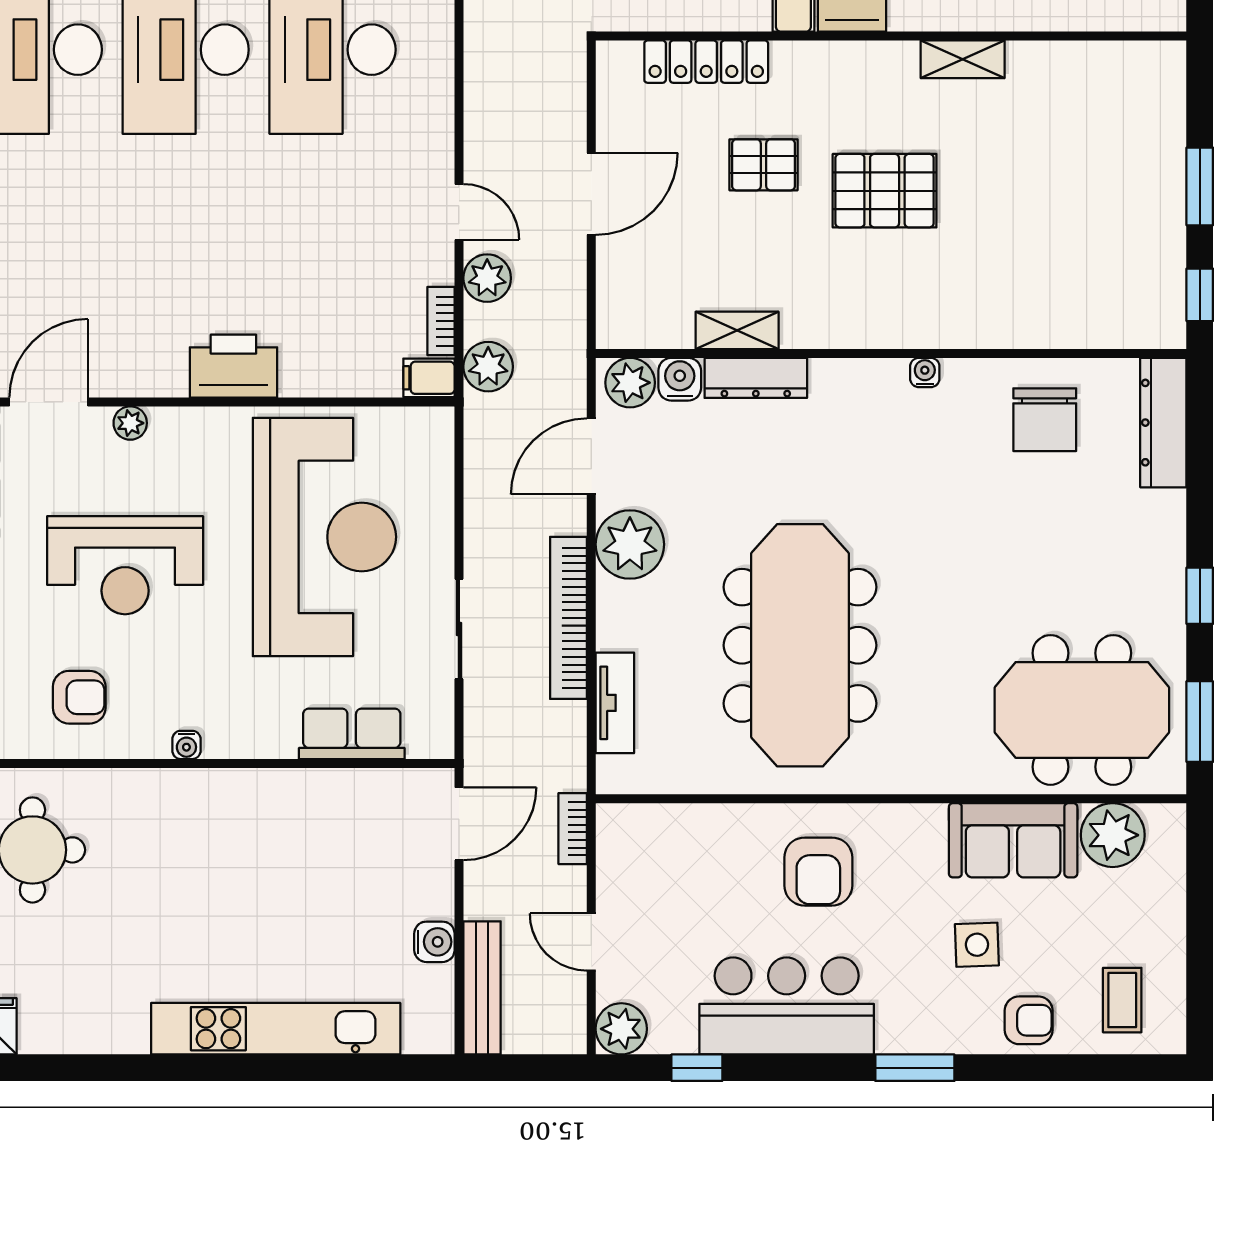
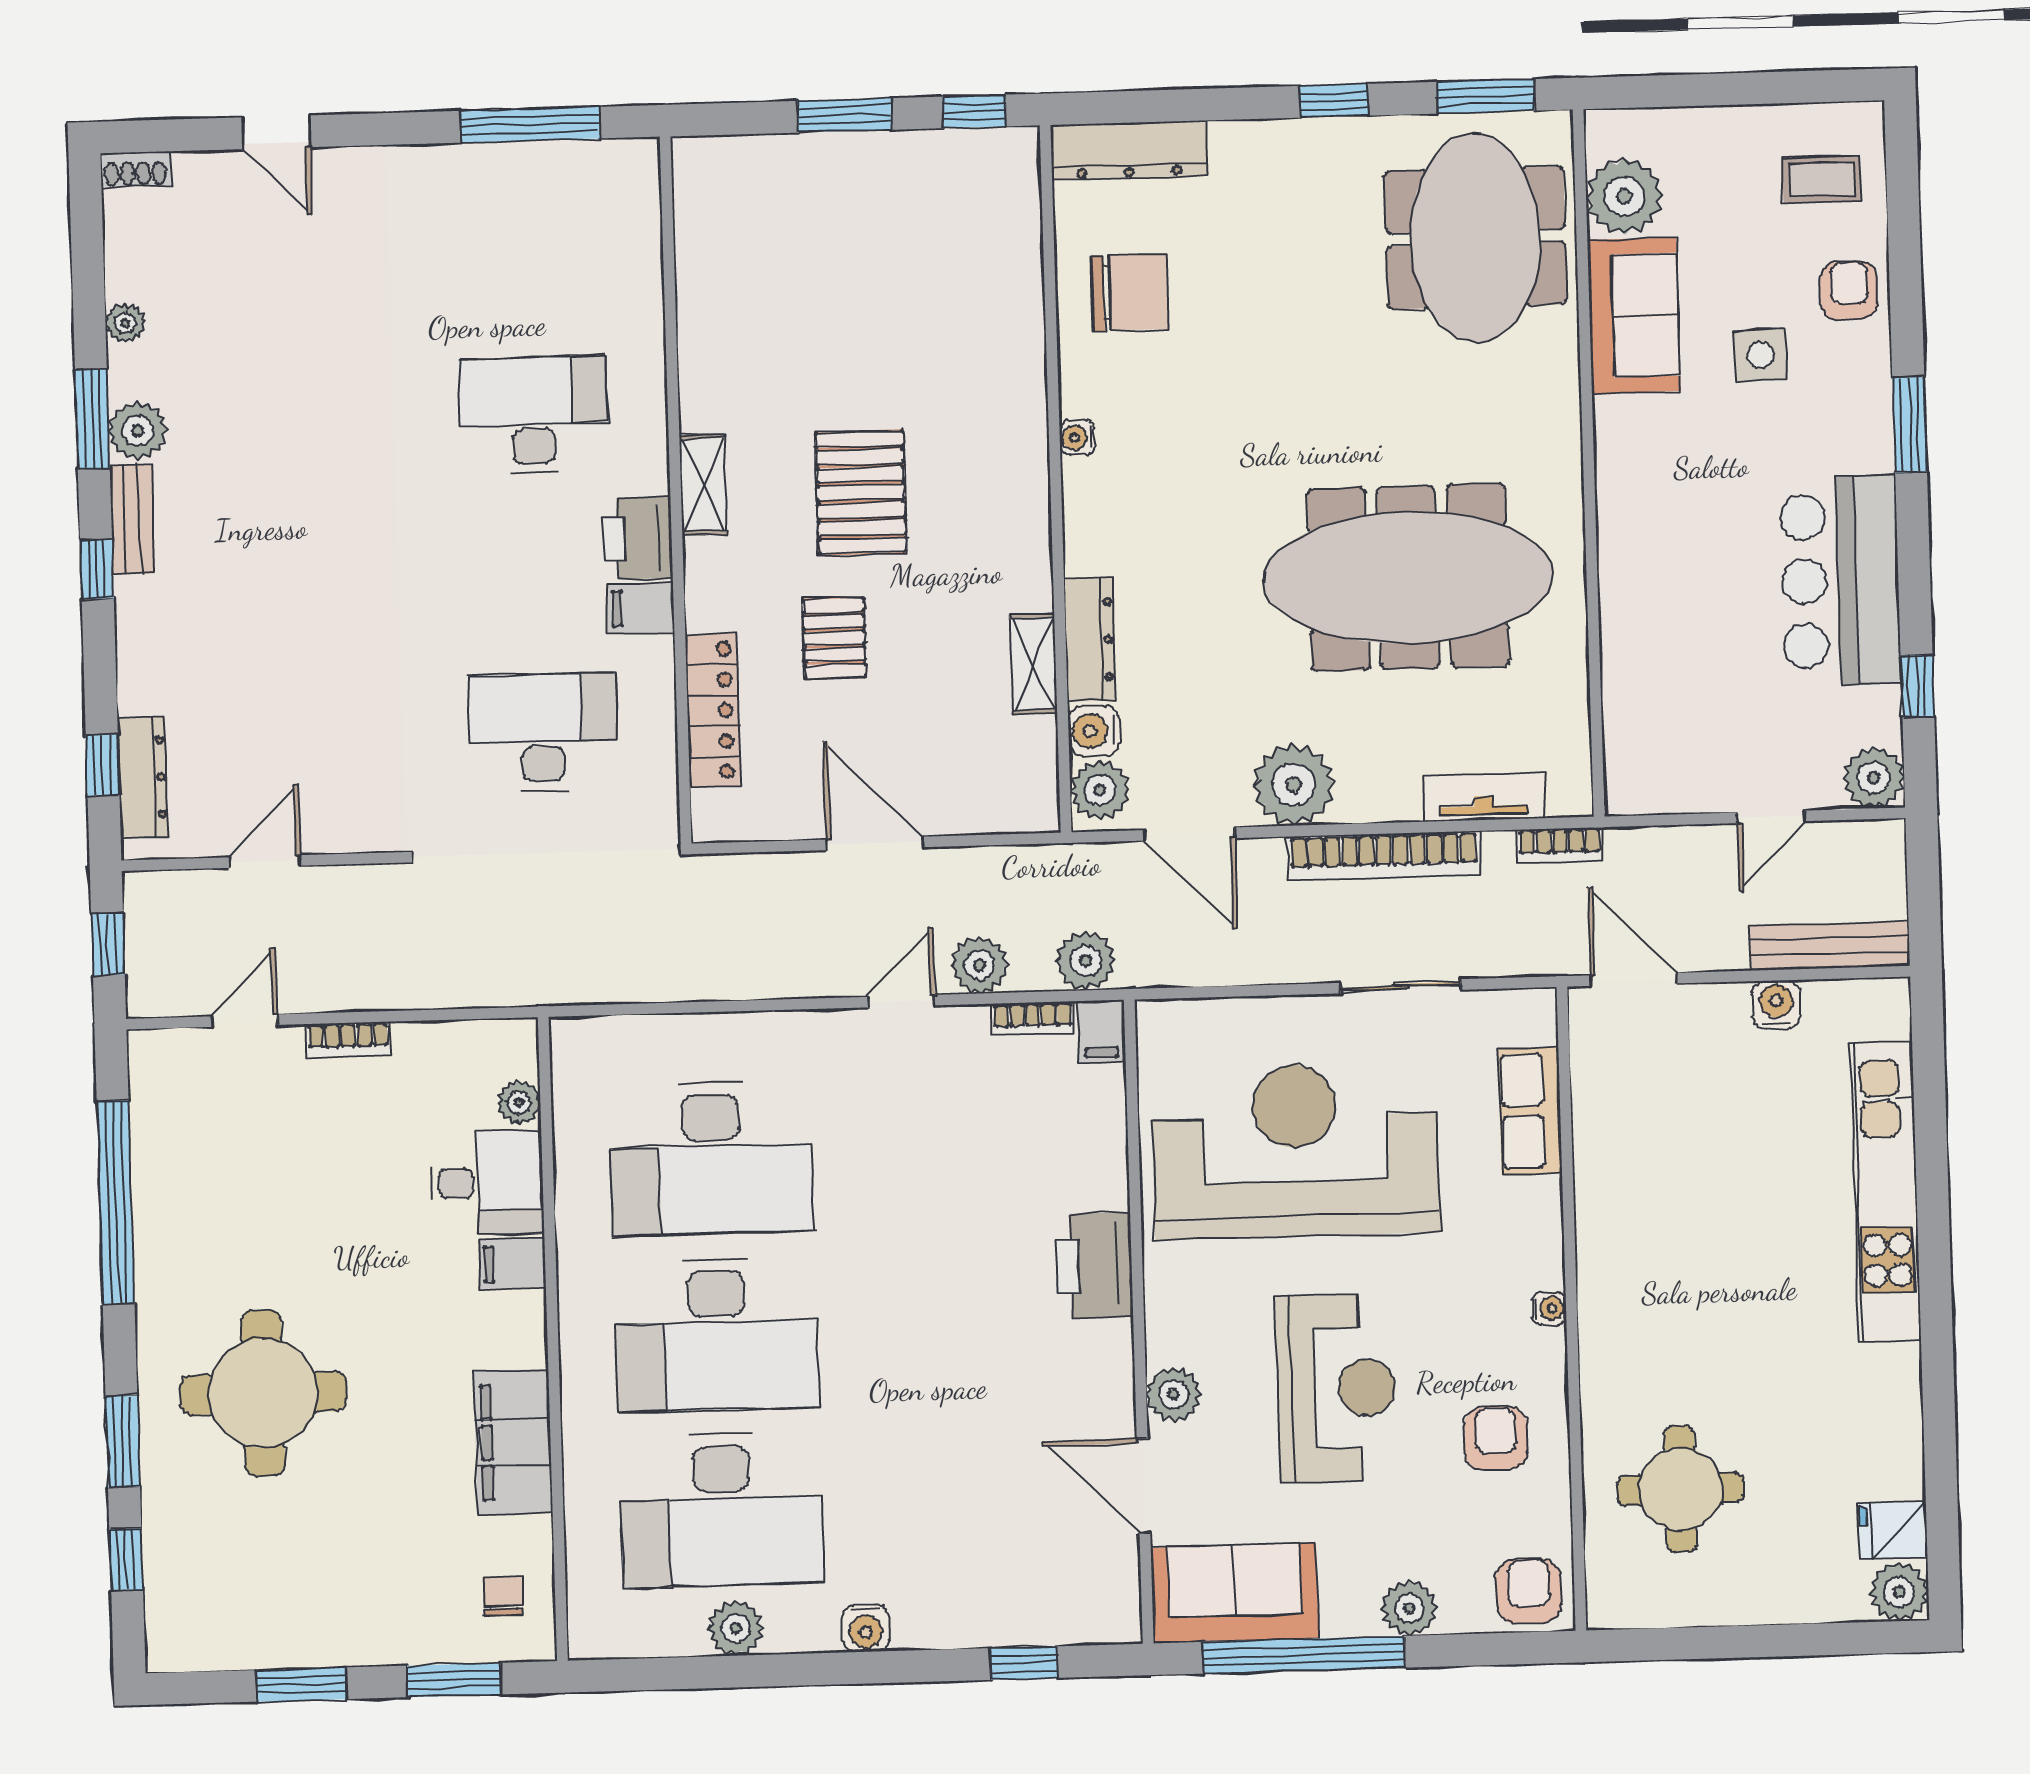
shelving: (963, 59) -> (703, 485), moved
plant: (130, 423) -> (1174, 1394), width x1.38, depth x1.38
bookcase: (573, 829) -> (1560, 845), moved
armchair: (818, 872) -> (1678, 548), removed

